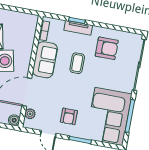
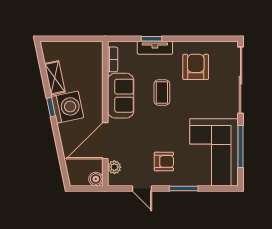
armchair: (107, 48) -> (196, 67), turned -90
armchair: (69, 116) -> (164, 161), turned -90

